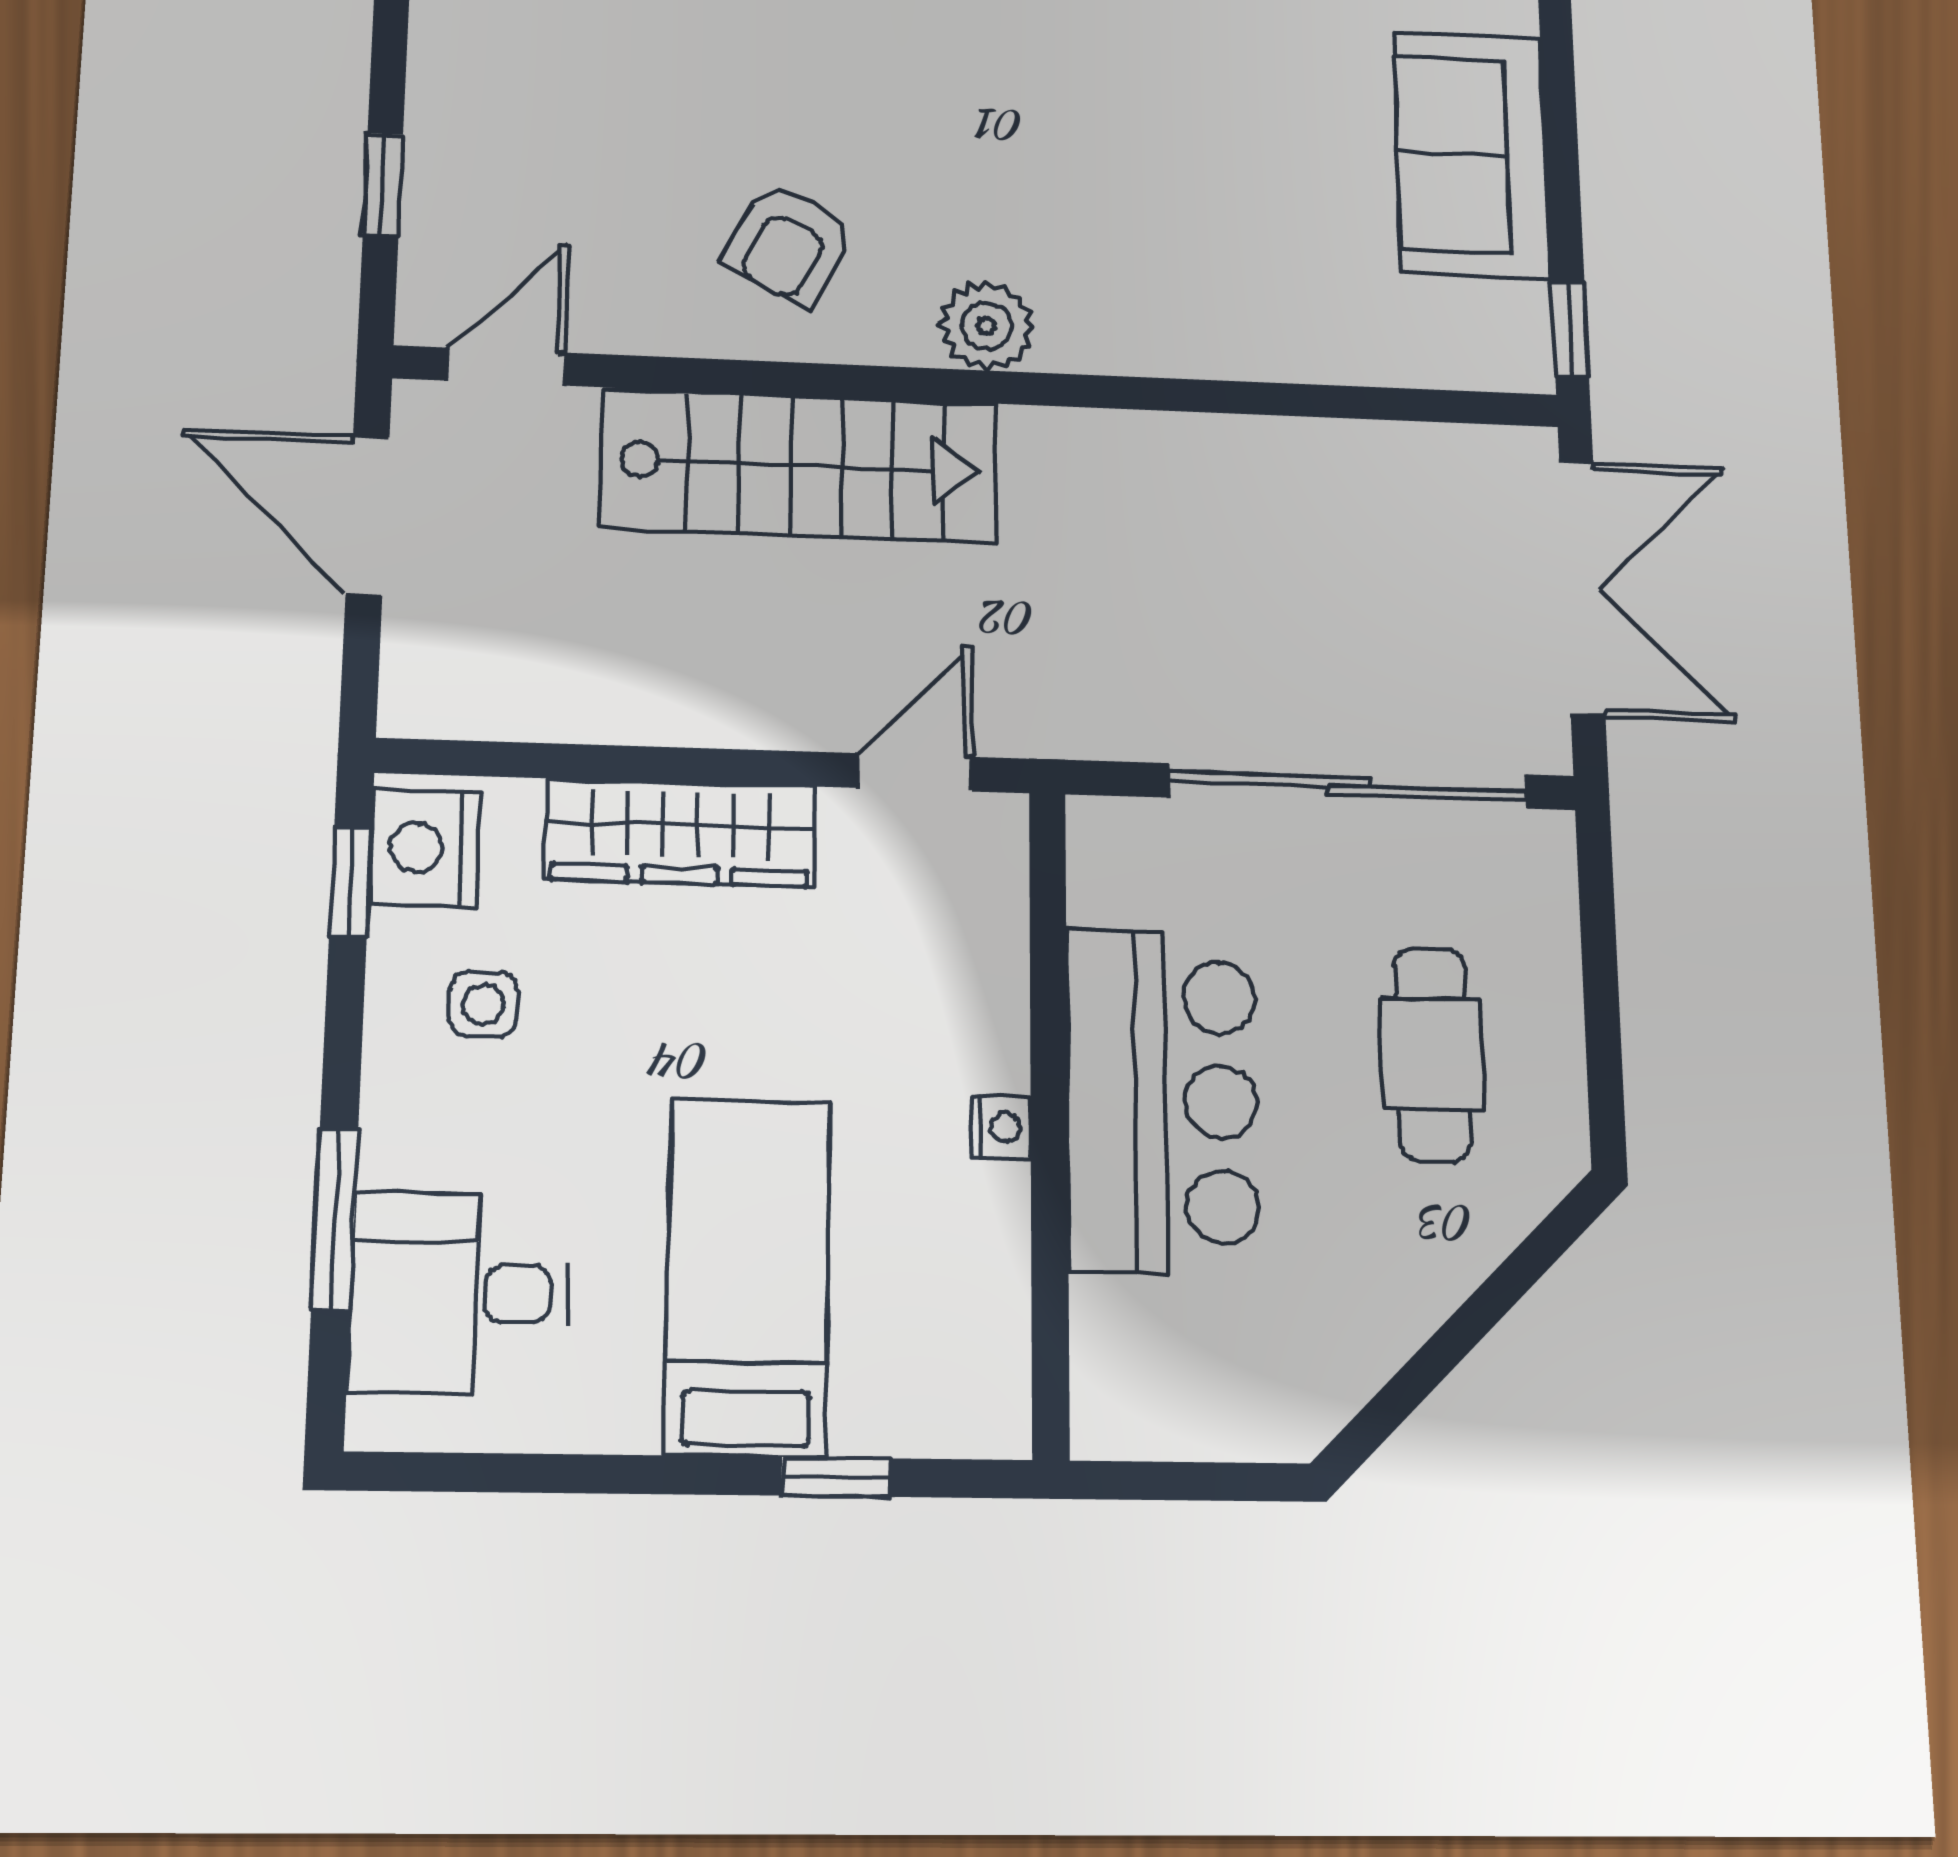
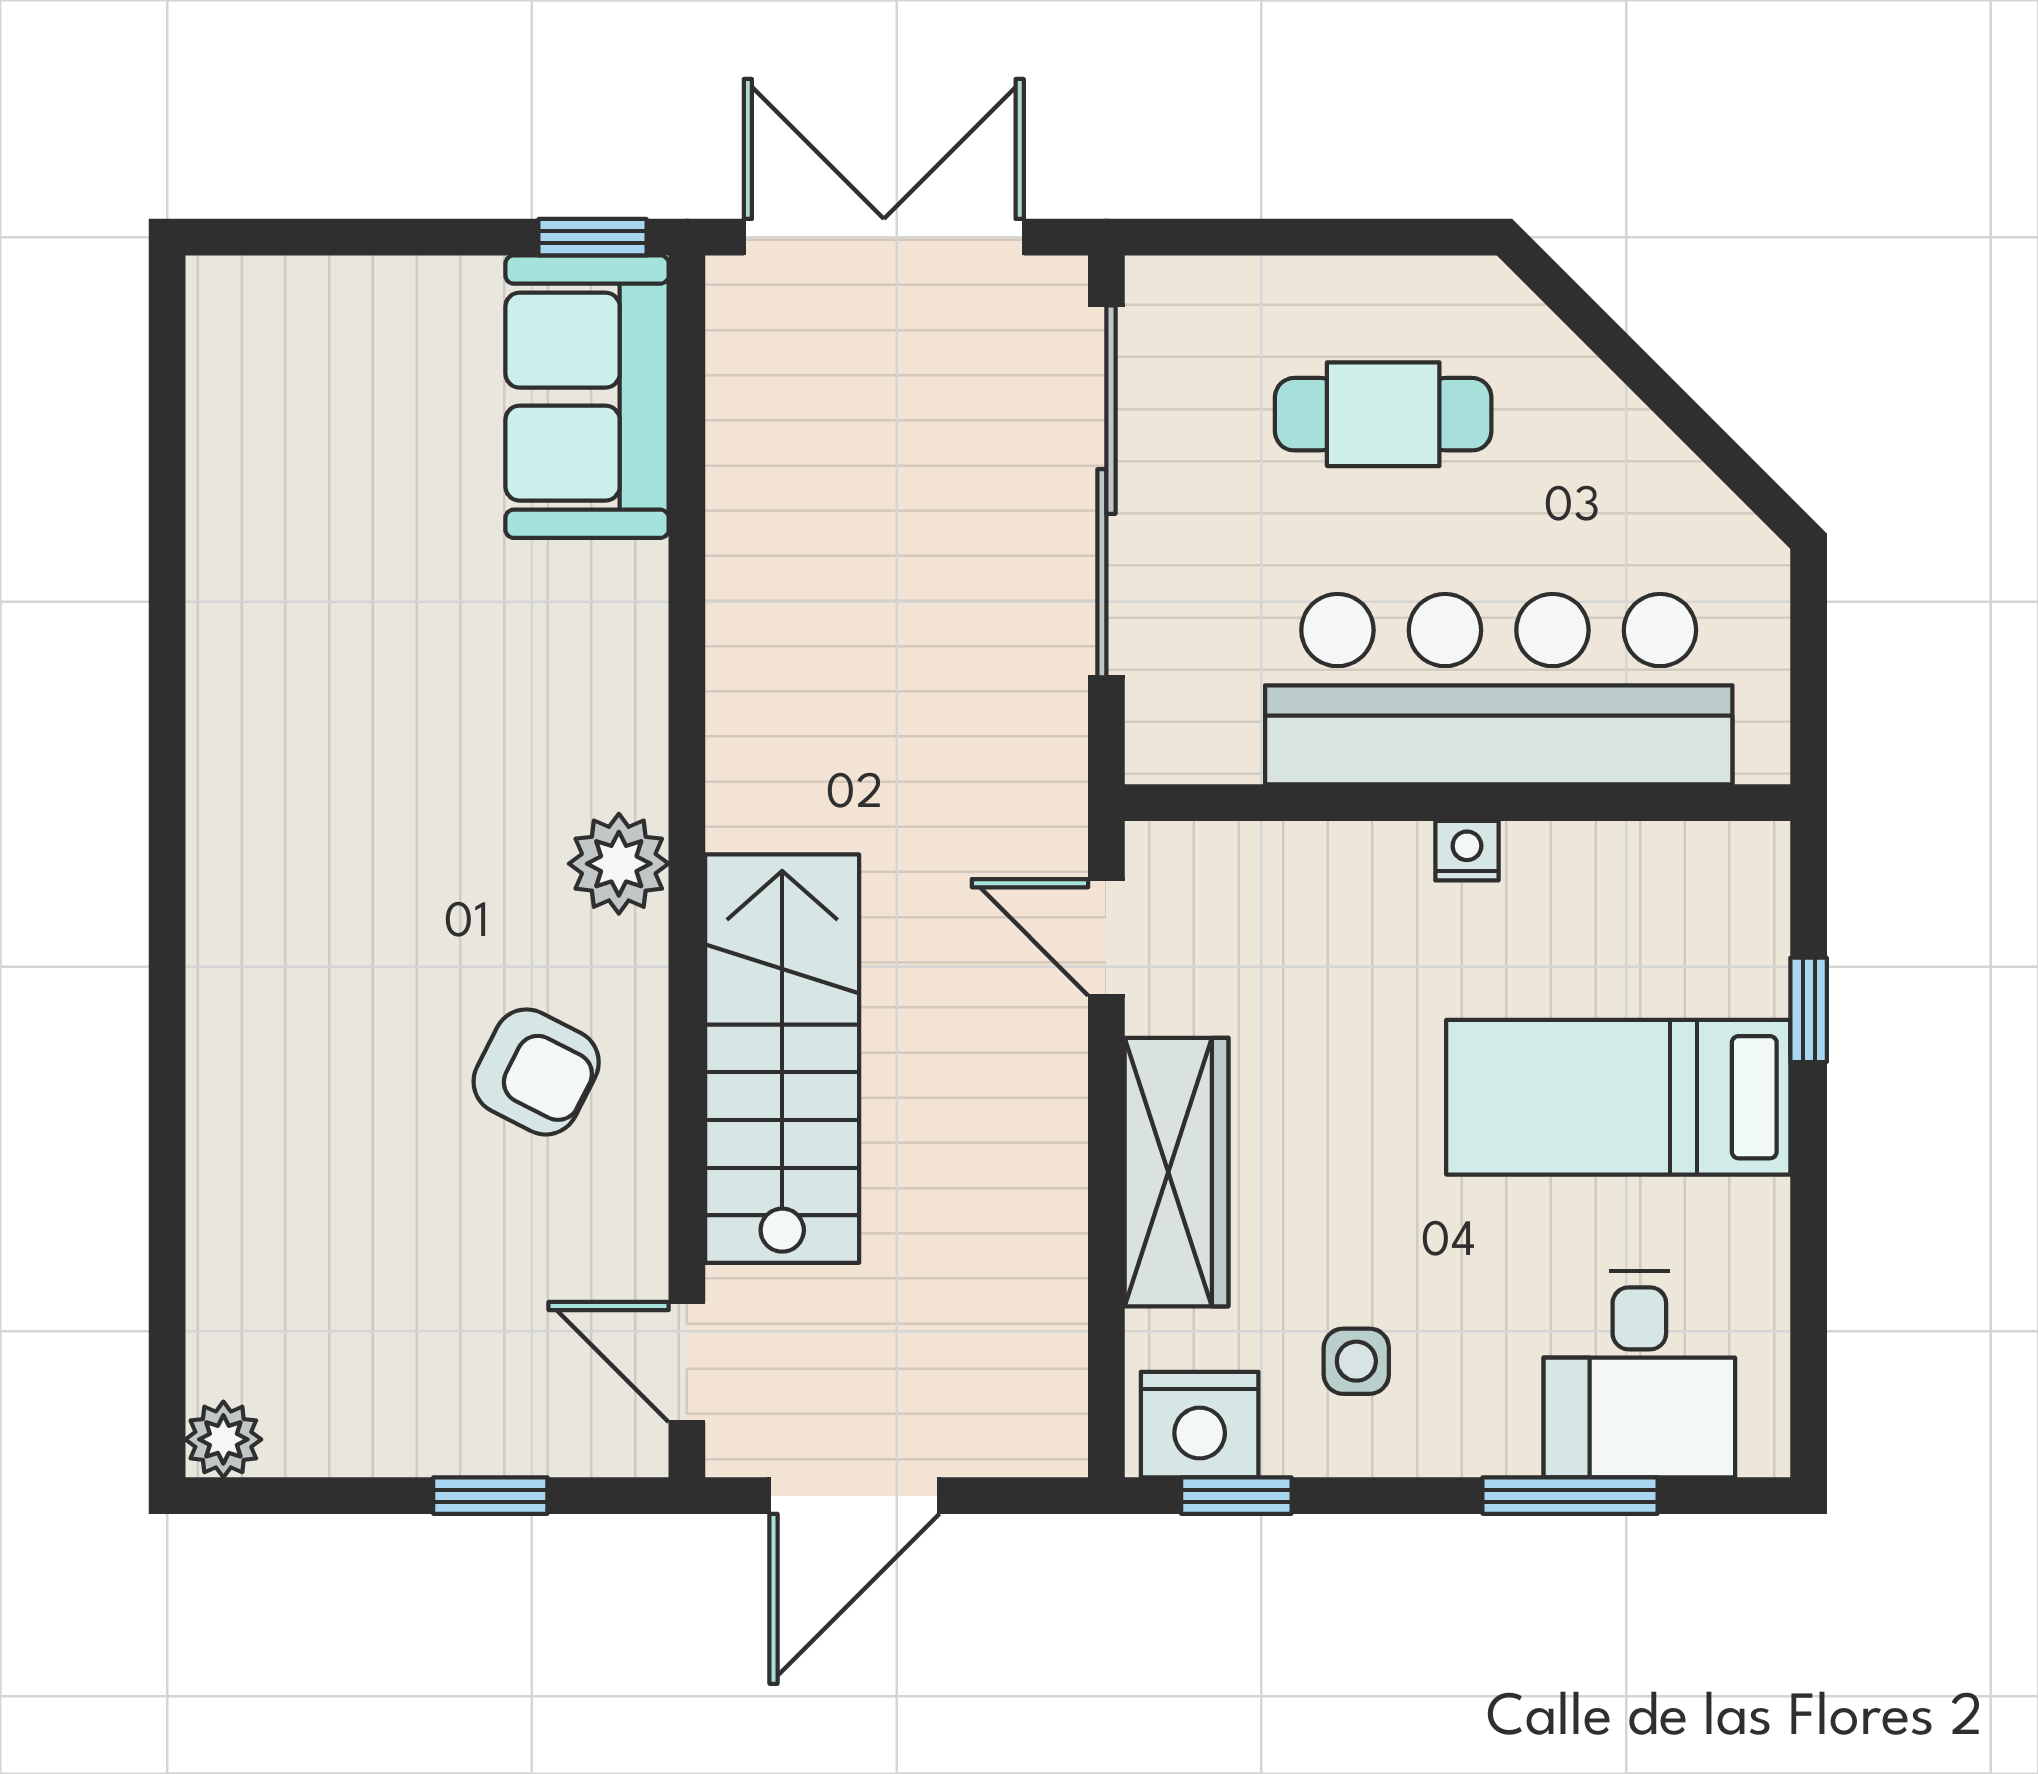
sofa: (1471, 155) -> (587, 397), moved, turned 90
bar counter: (1162, 1100) -> (1499, 689), width x1.36

